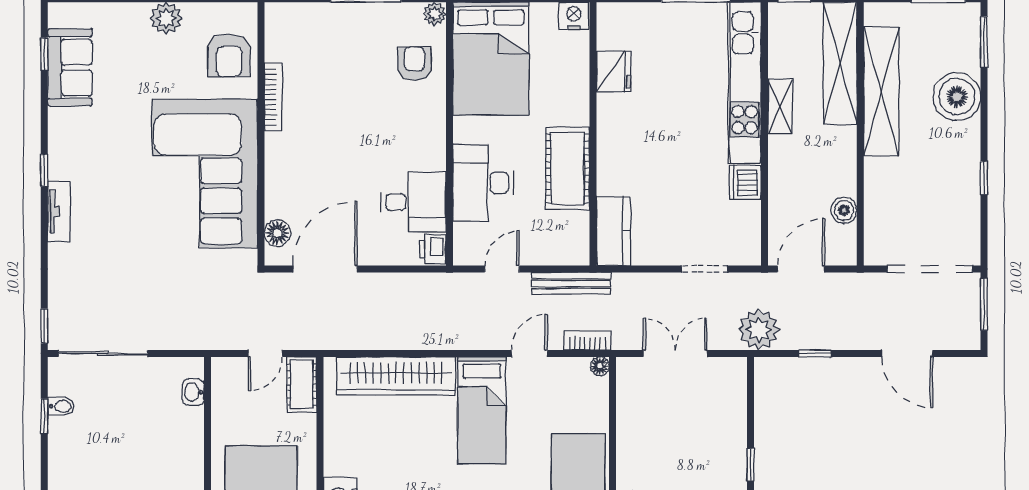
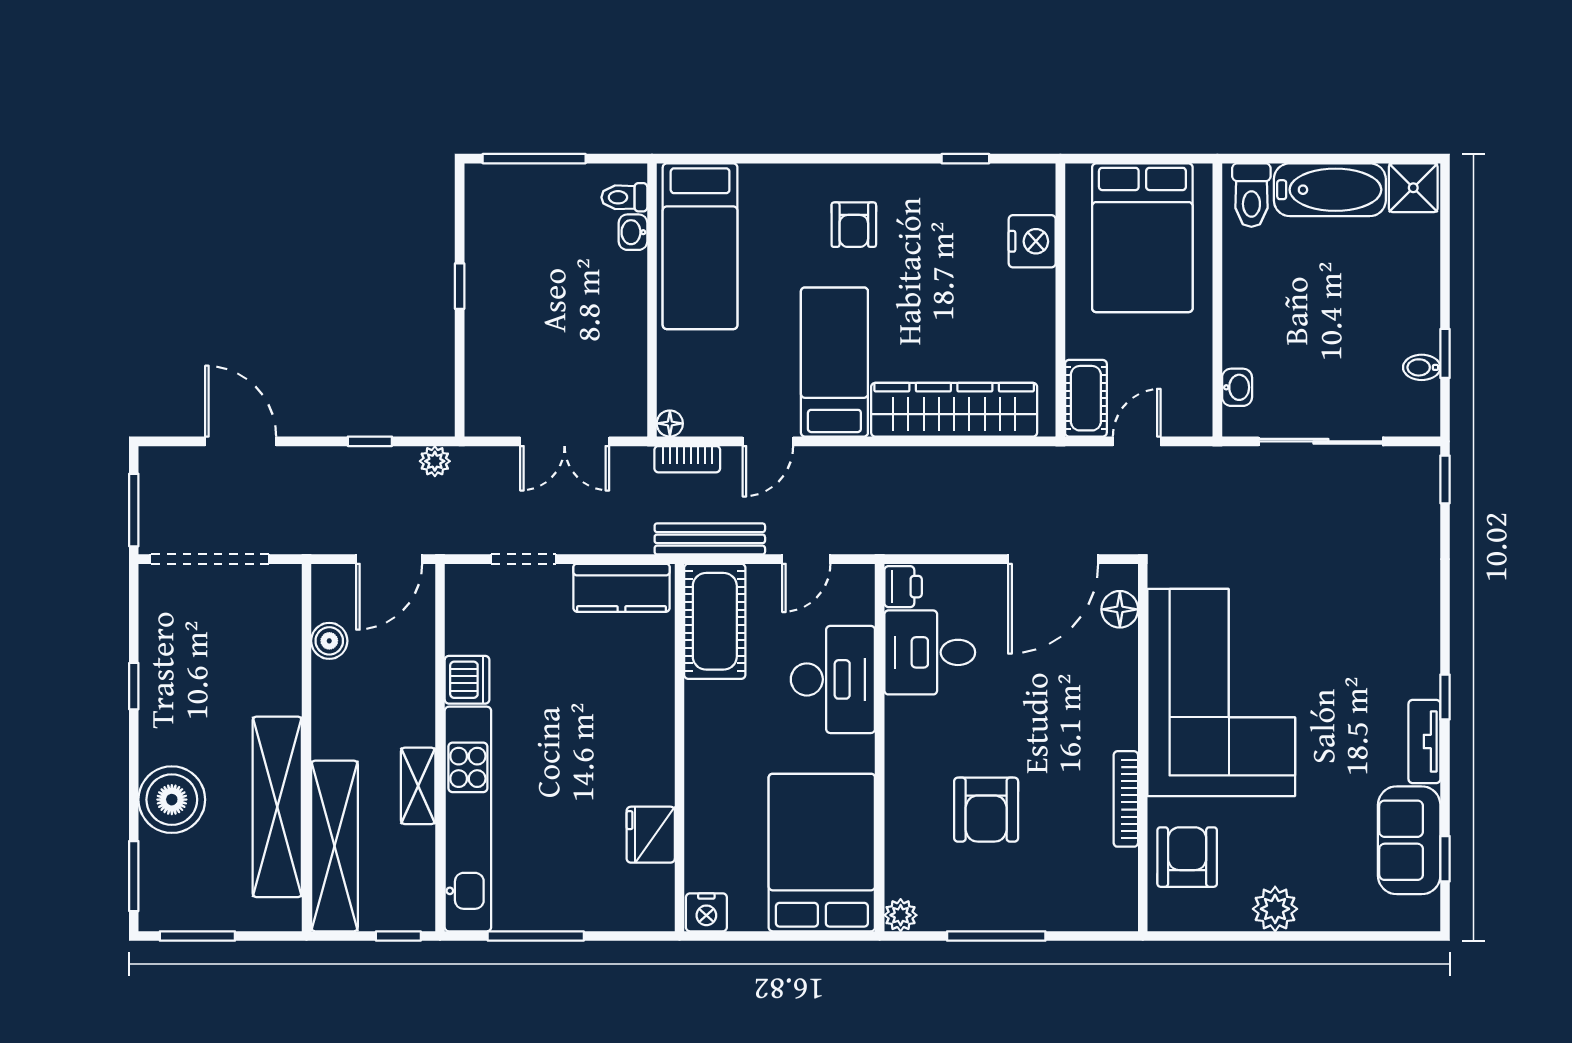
armchair: (414, 64) -> (986, 810), moved, width x1.38, depth x1.38
cot: (568, 169) -> (715, 621), moved
tv unit: (59, 212) -> (1424, 742), moved
kitchen counter: (614, 231) -> (621, 588), moved, turned -90
plant: (759, 330) -> (435, 461), width x0.53, depth x0.53
sliding door: (103, 353) -> (1321, 441), moved

